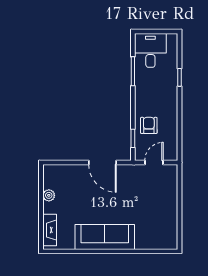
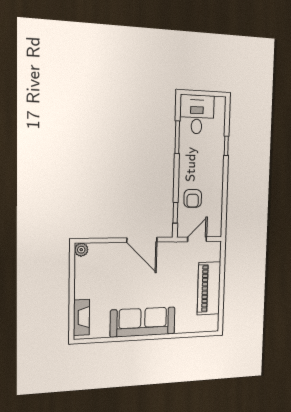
armchair: (149, 125) -> (193, 198), turned 180
plant: (49, 195) -> (81, 250), moved
piano: (167, 208) -> (209, 288), added

